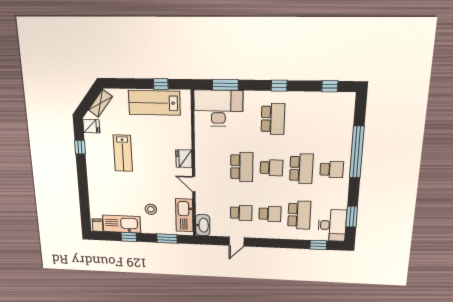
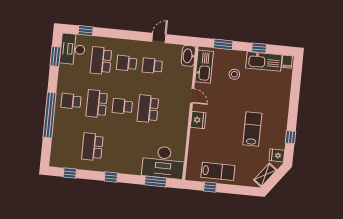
lab bench: (154, 103) -> (218, 171), width x0.73, depth x0.72
school desk: (273, 119) -> (92, 147), moved

